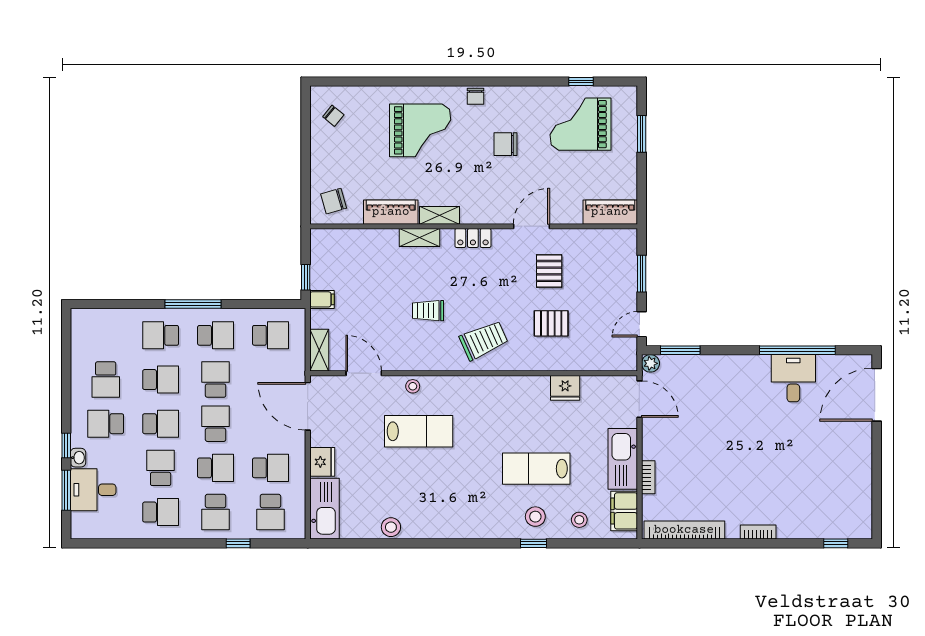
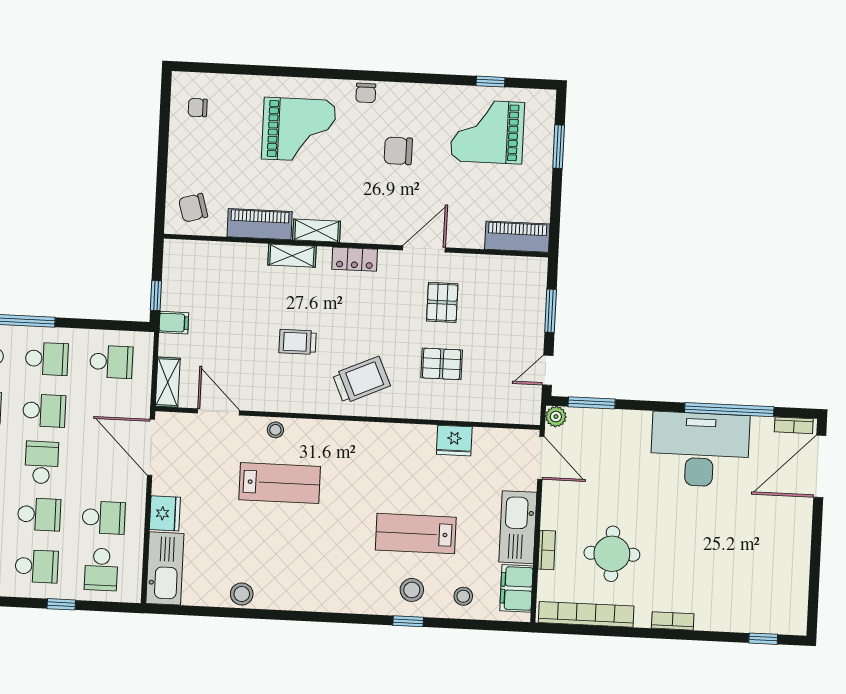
chair: (333, 116) -> (198, 108), turned 141
bookcase: (853, 361) -> (794, 425), added
desk: (793, 378) -> (700, 450), width x1.87, depth x1.30
school desk: (216, 380) -> (44, 411), turned 90
round table: (704, 478) -> (612, 554), added
school desk: (216, 512) -> (37, 566), turned -90

